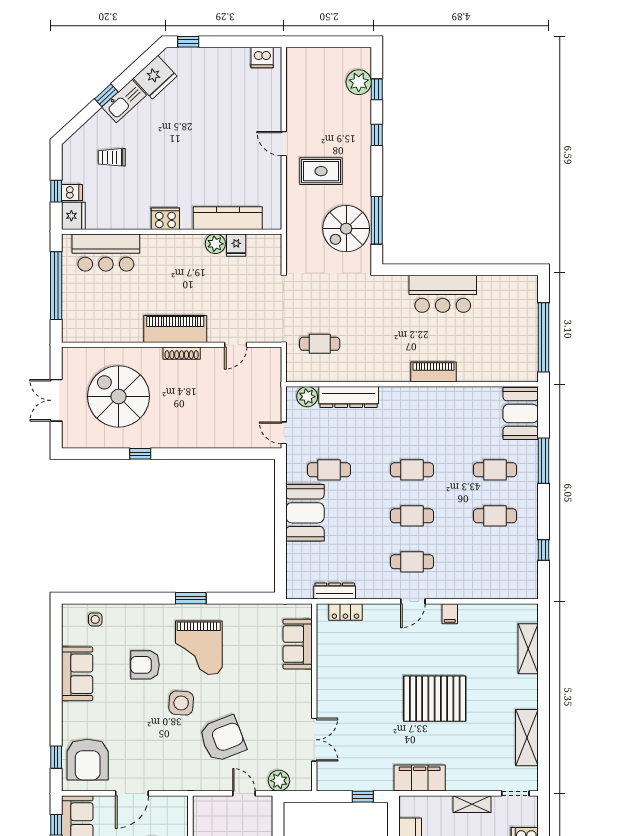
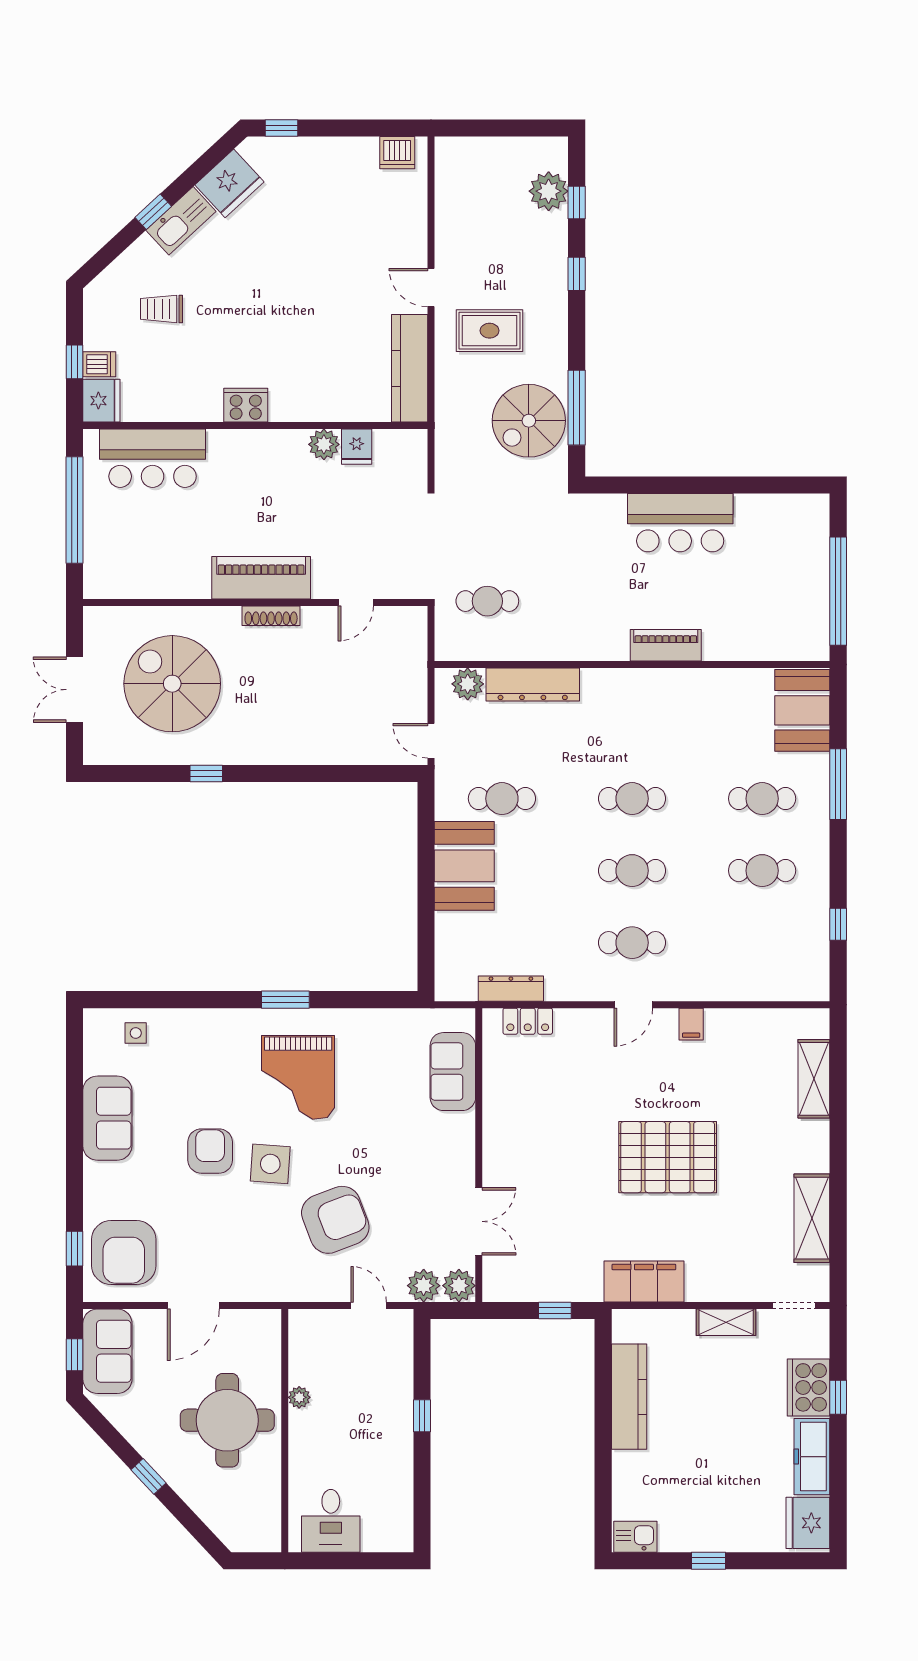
kitchen counter: (228, 218) -> (410, 368), moved, turned -90
armchair: (145, 665) -> (210, 1151), moved, turned 90
plant: (301, 781) -> (459, 1286), added

